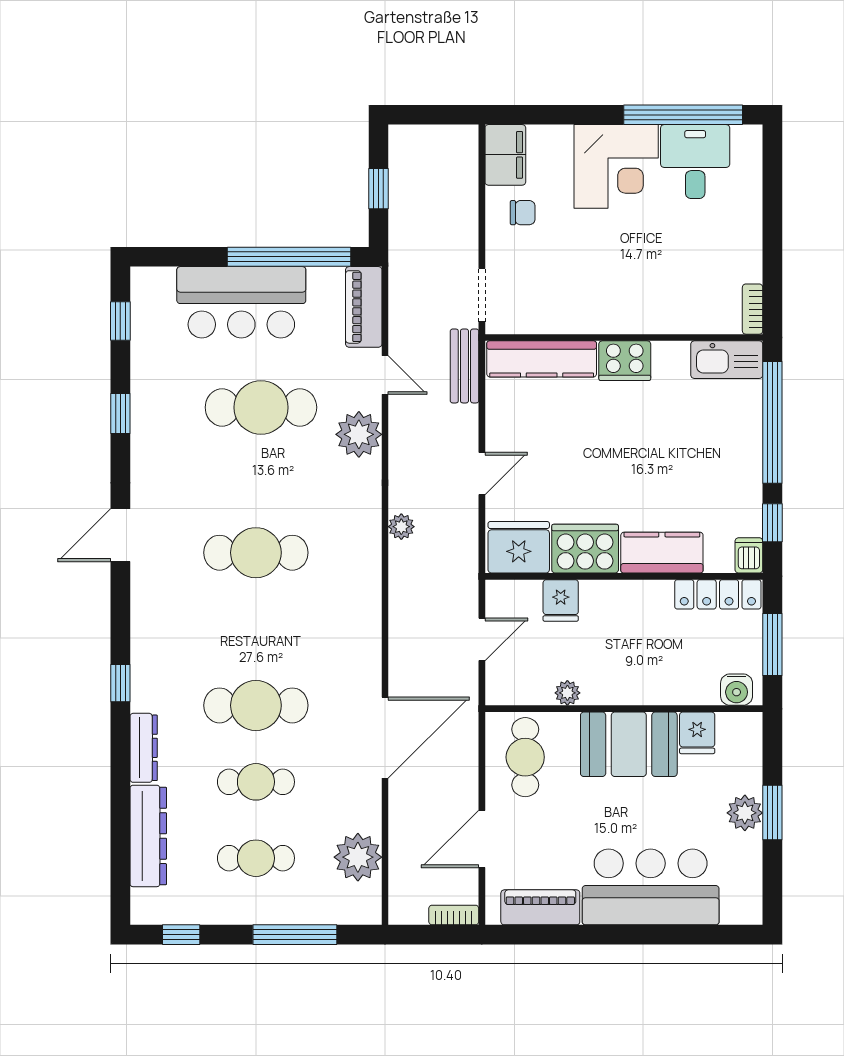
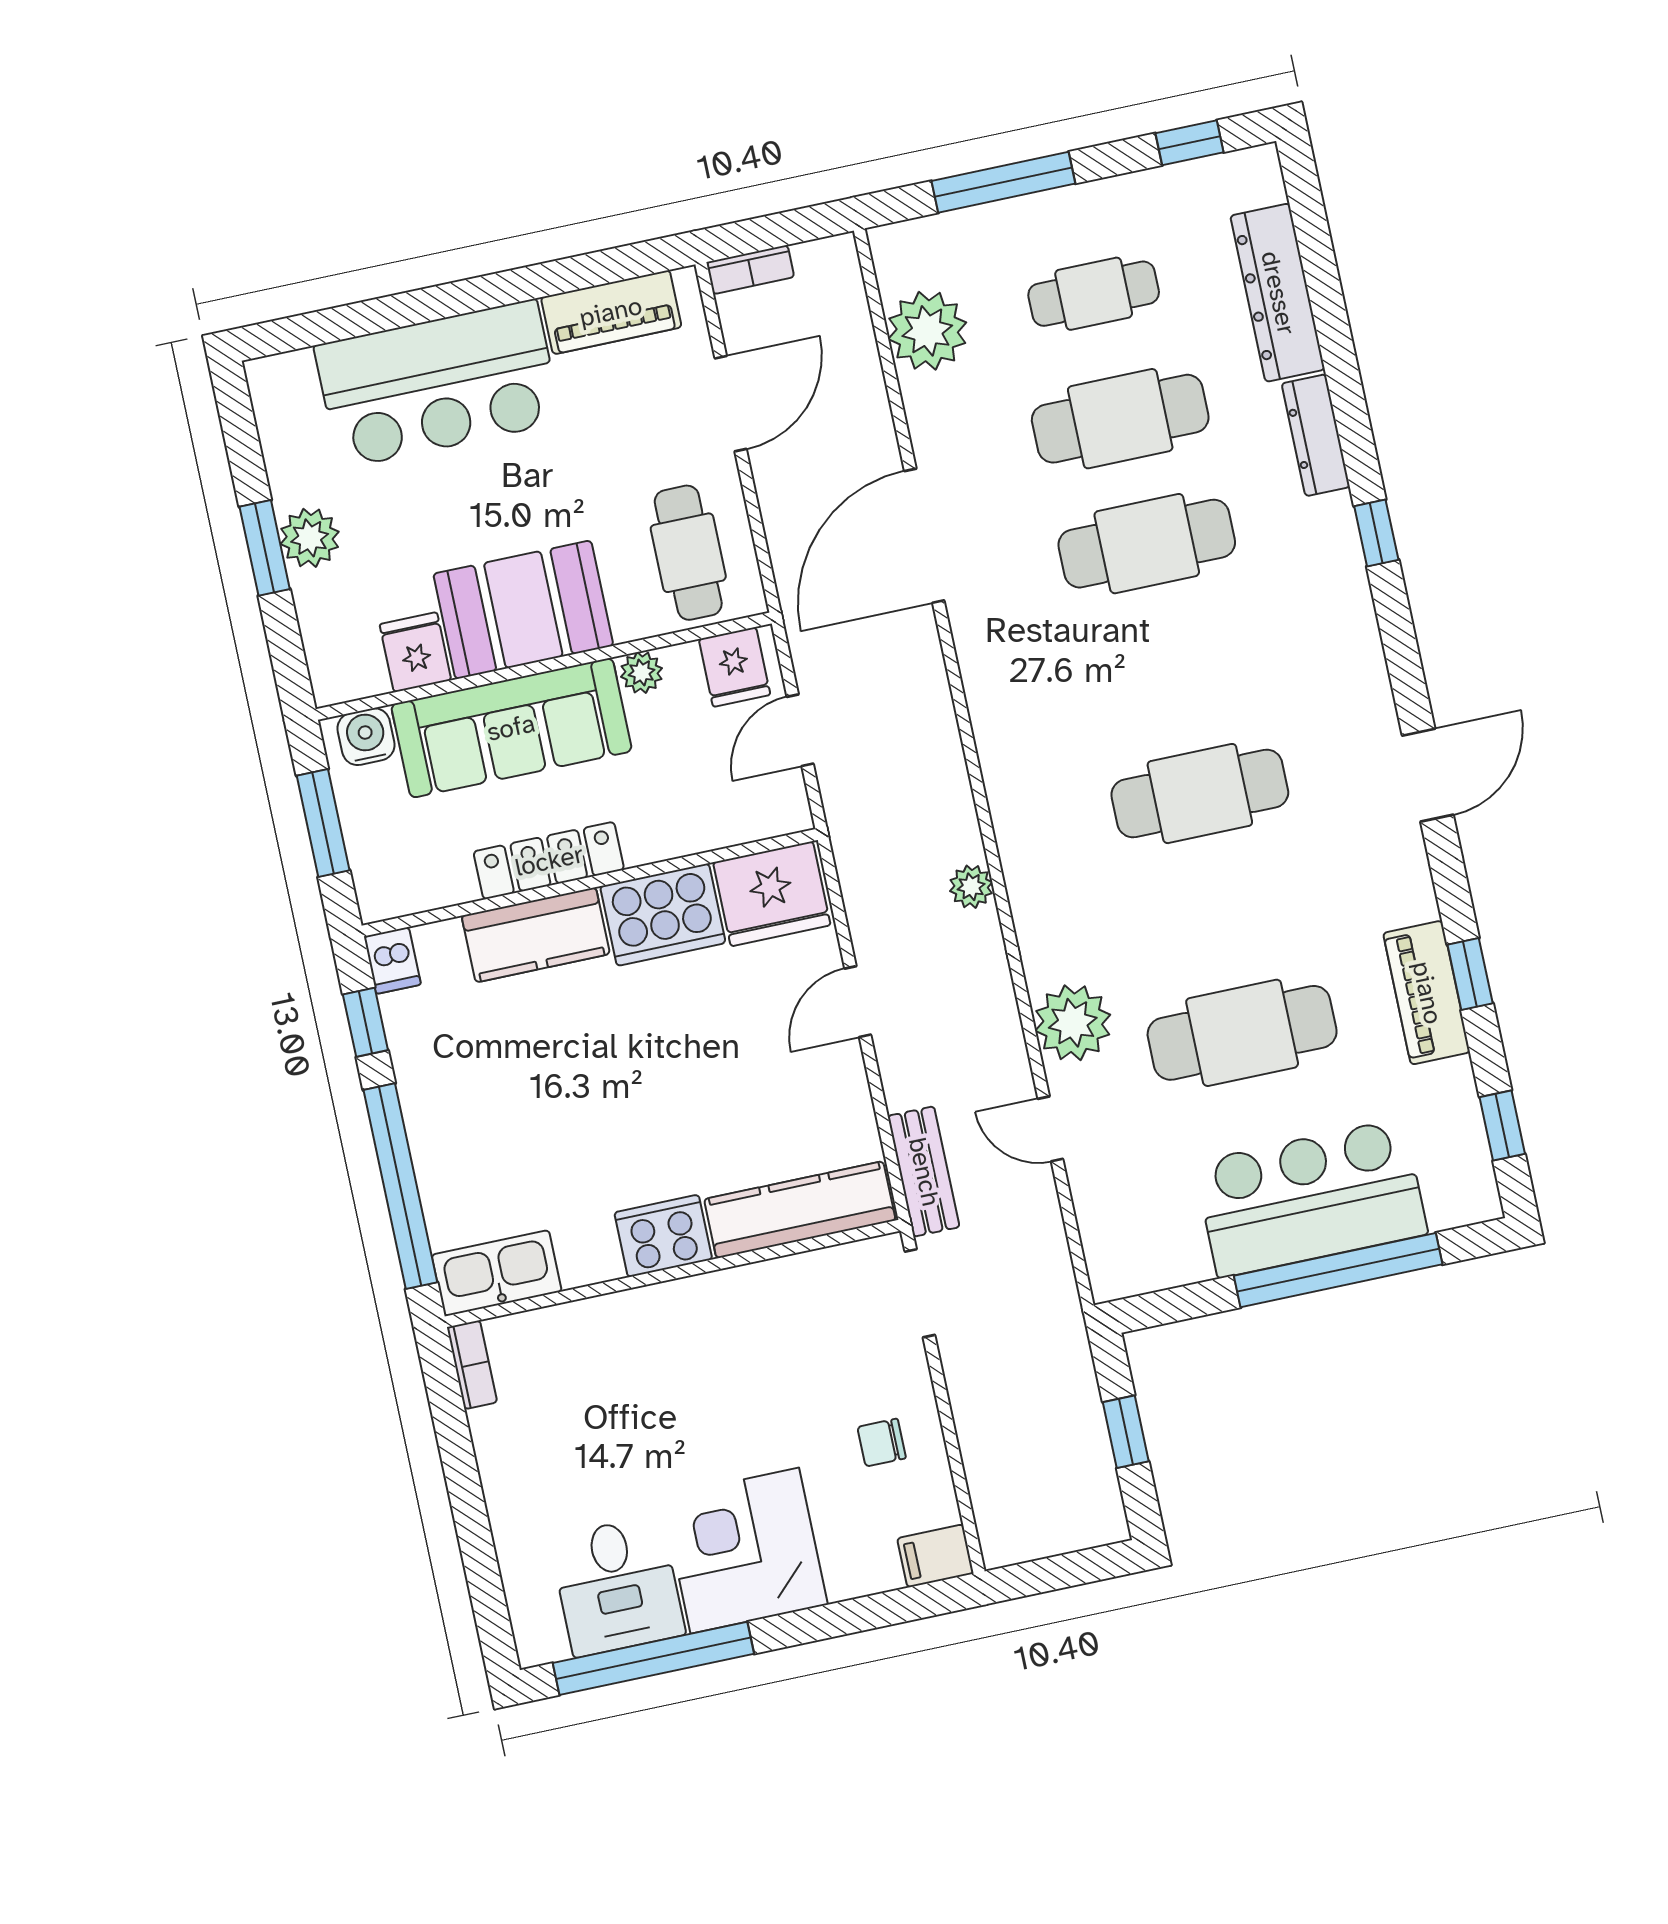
filing cabinet: (505, 155) -> (935, 1556), width x0.50
window: (289, 257) -> (1338, 1270), moved
piano: (364, 307) -> (1427, 993), moved, turned 180
locker: (718, 594) -> (549, 861), moved
fridge: (561, 600) -> (735, 667), moved, turned 180
sofa: (650, 677) -> (511, 728), added
cafe table: (256, 782) -> (1120, 419), width x1.37, depth x1.35

